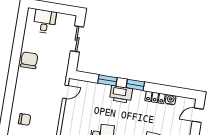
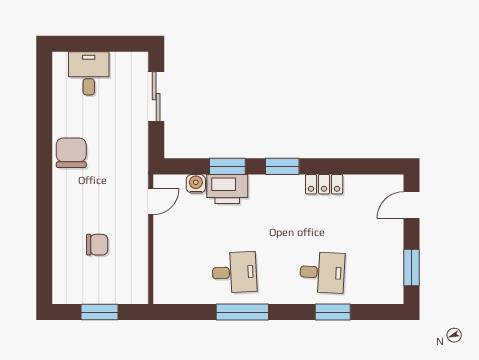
printer: (121, 94) -> (227, 189), moved
water cooler: (171, 100) -> (196, 184), moved
chair: (25, 119) -> (97, 245), moved

